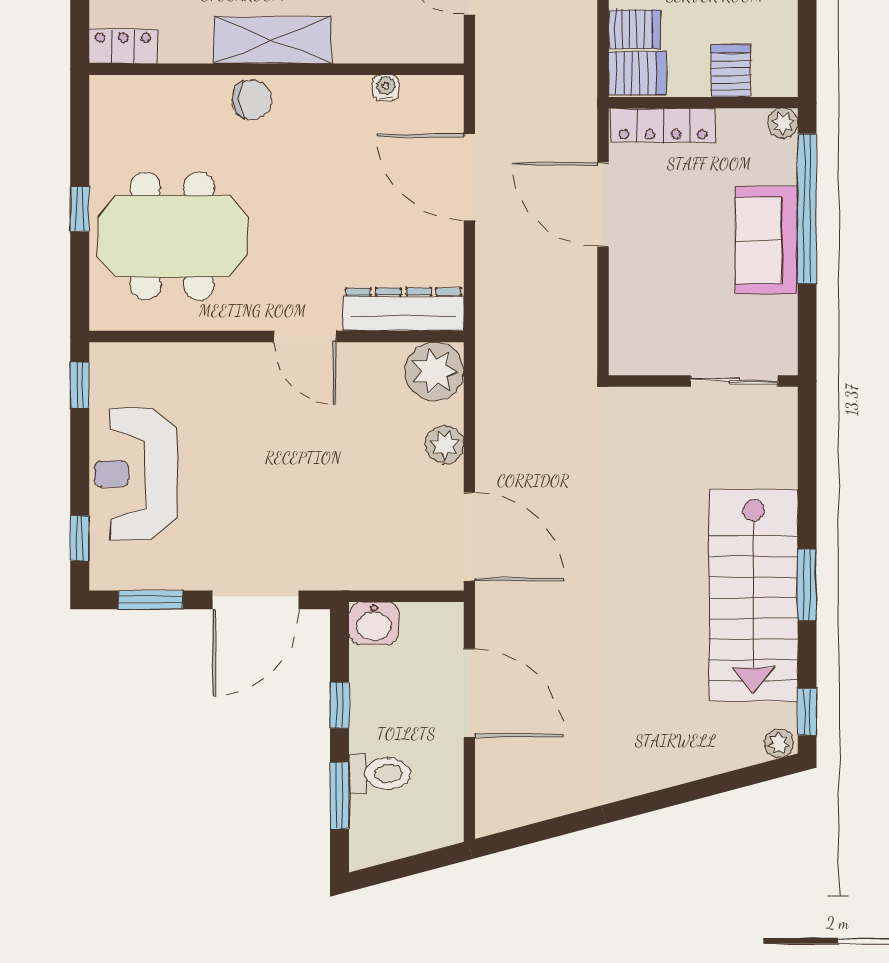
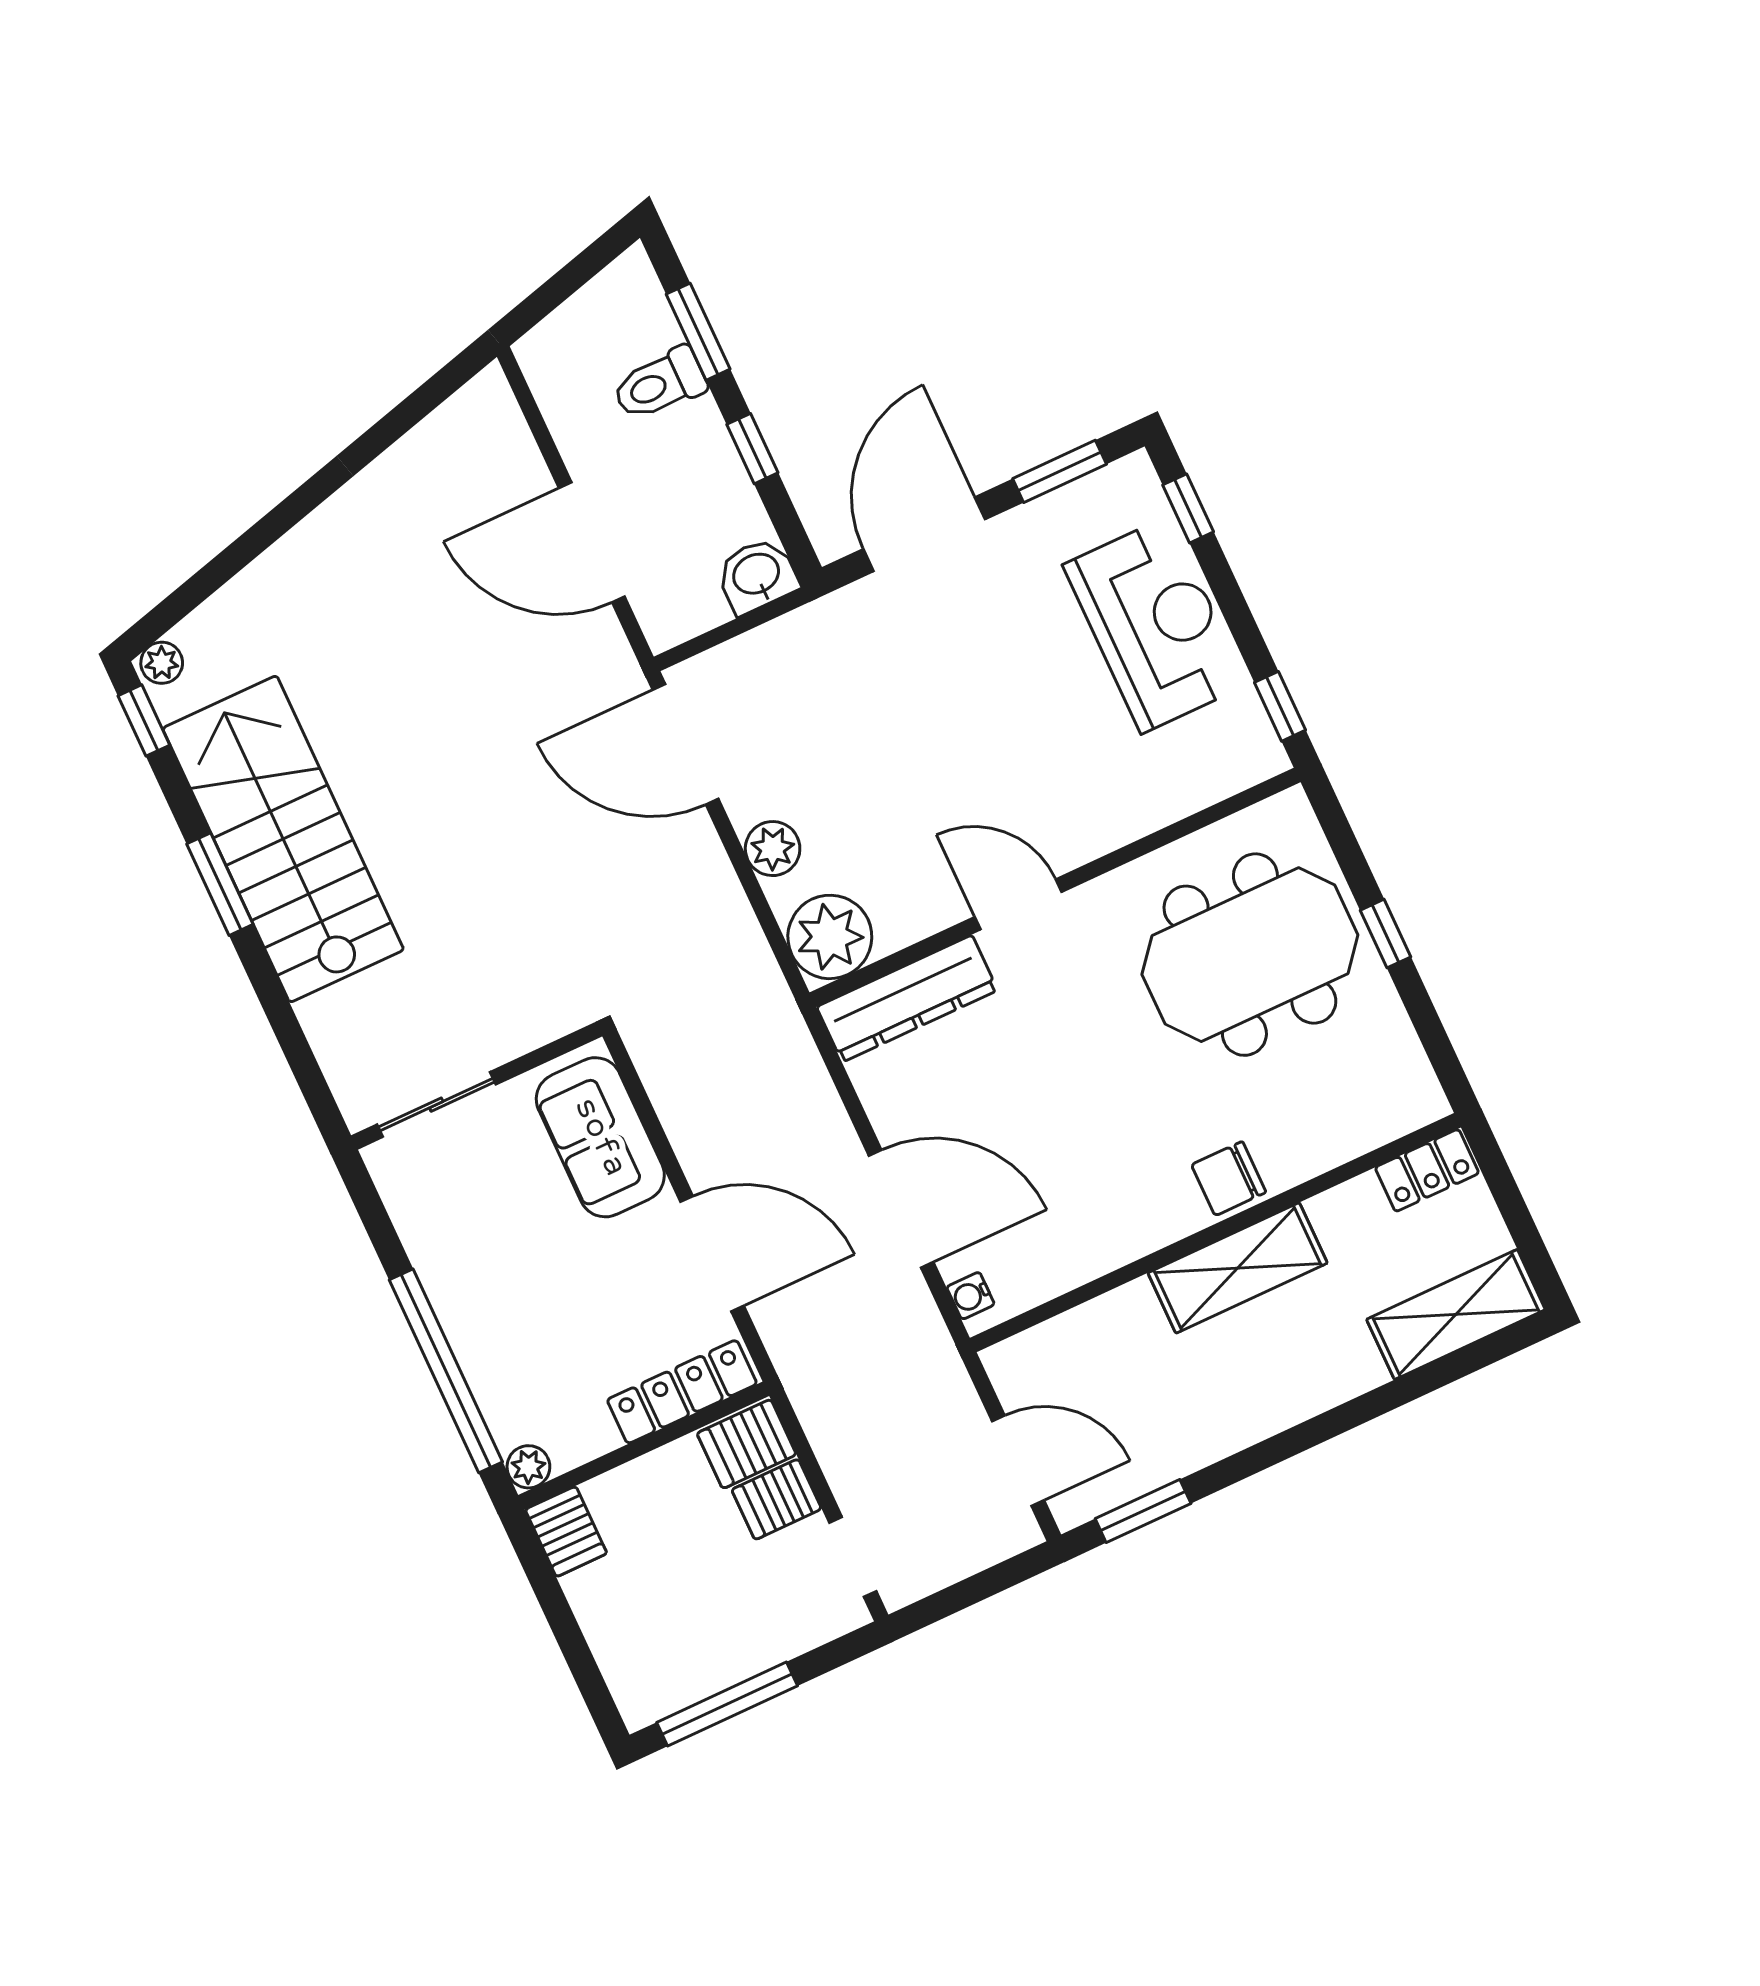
server rack: (731, 71) -> (566, 1531), moved
water cooler: (386, 88) -> (970, 1296), moved, turned 90
sofa: (767, 240) -> (600, 1137), moved, turned 180

